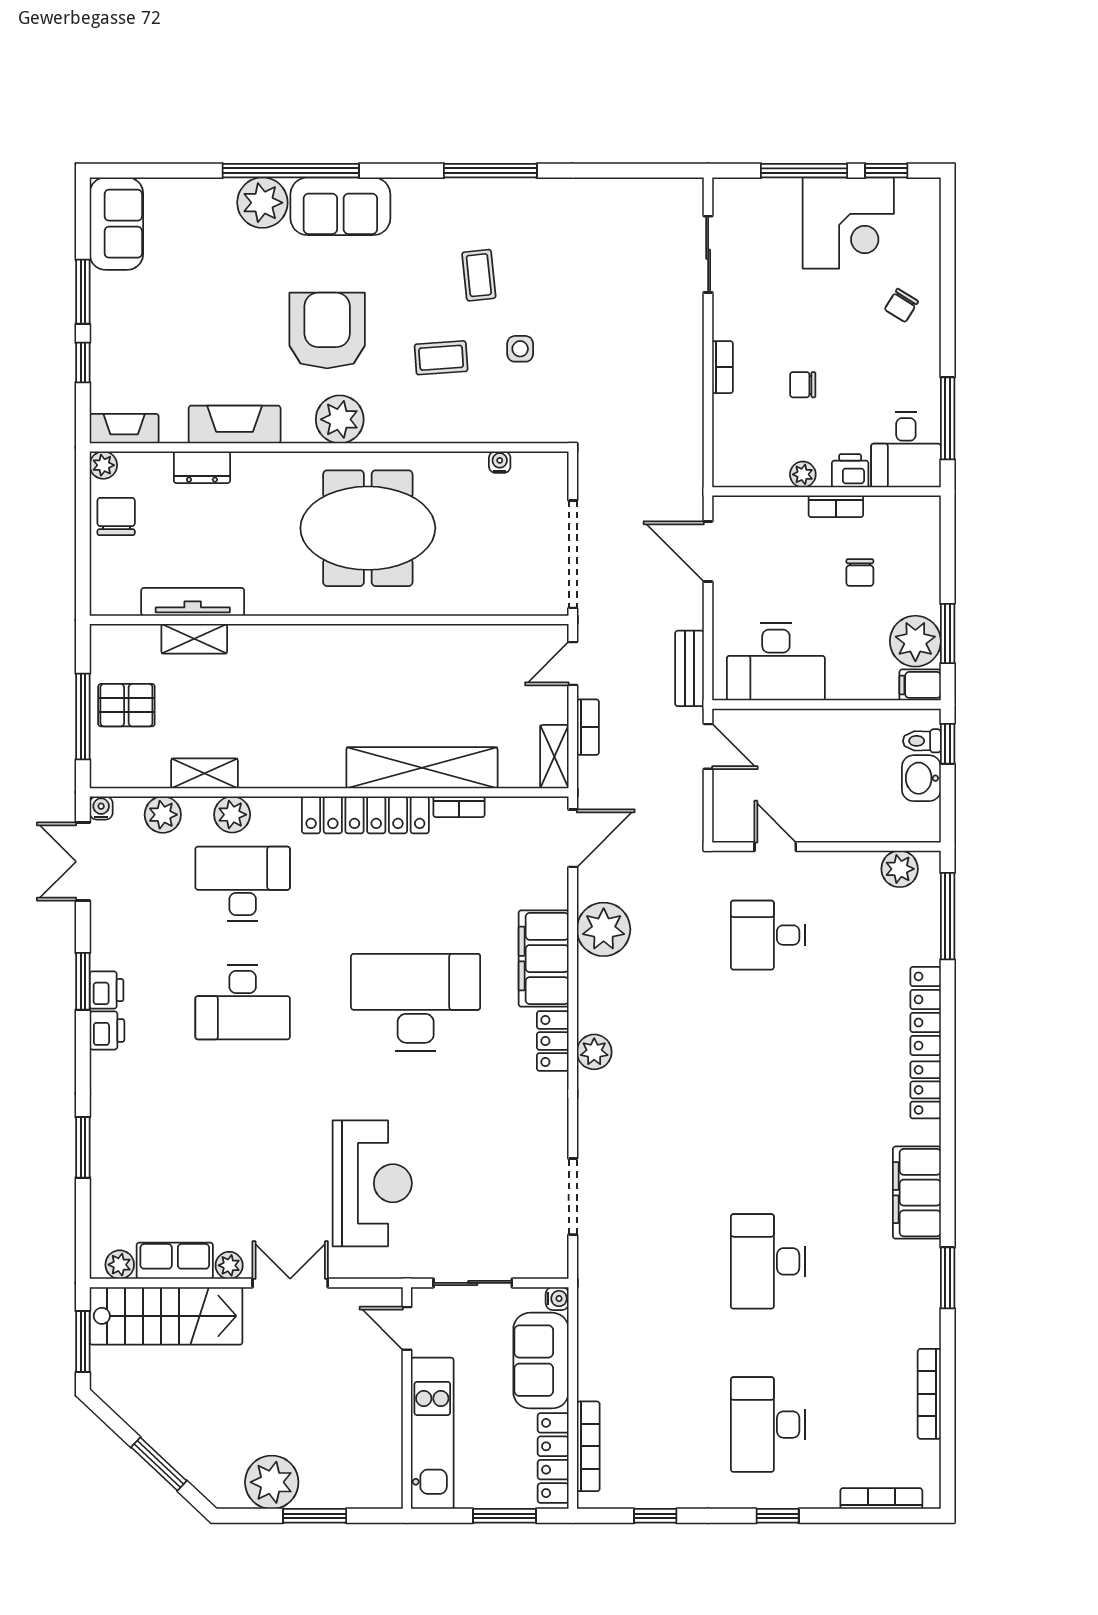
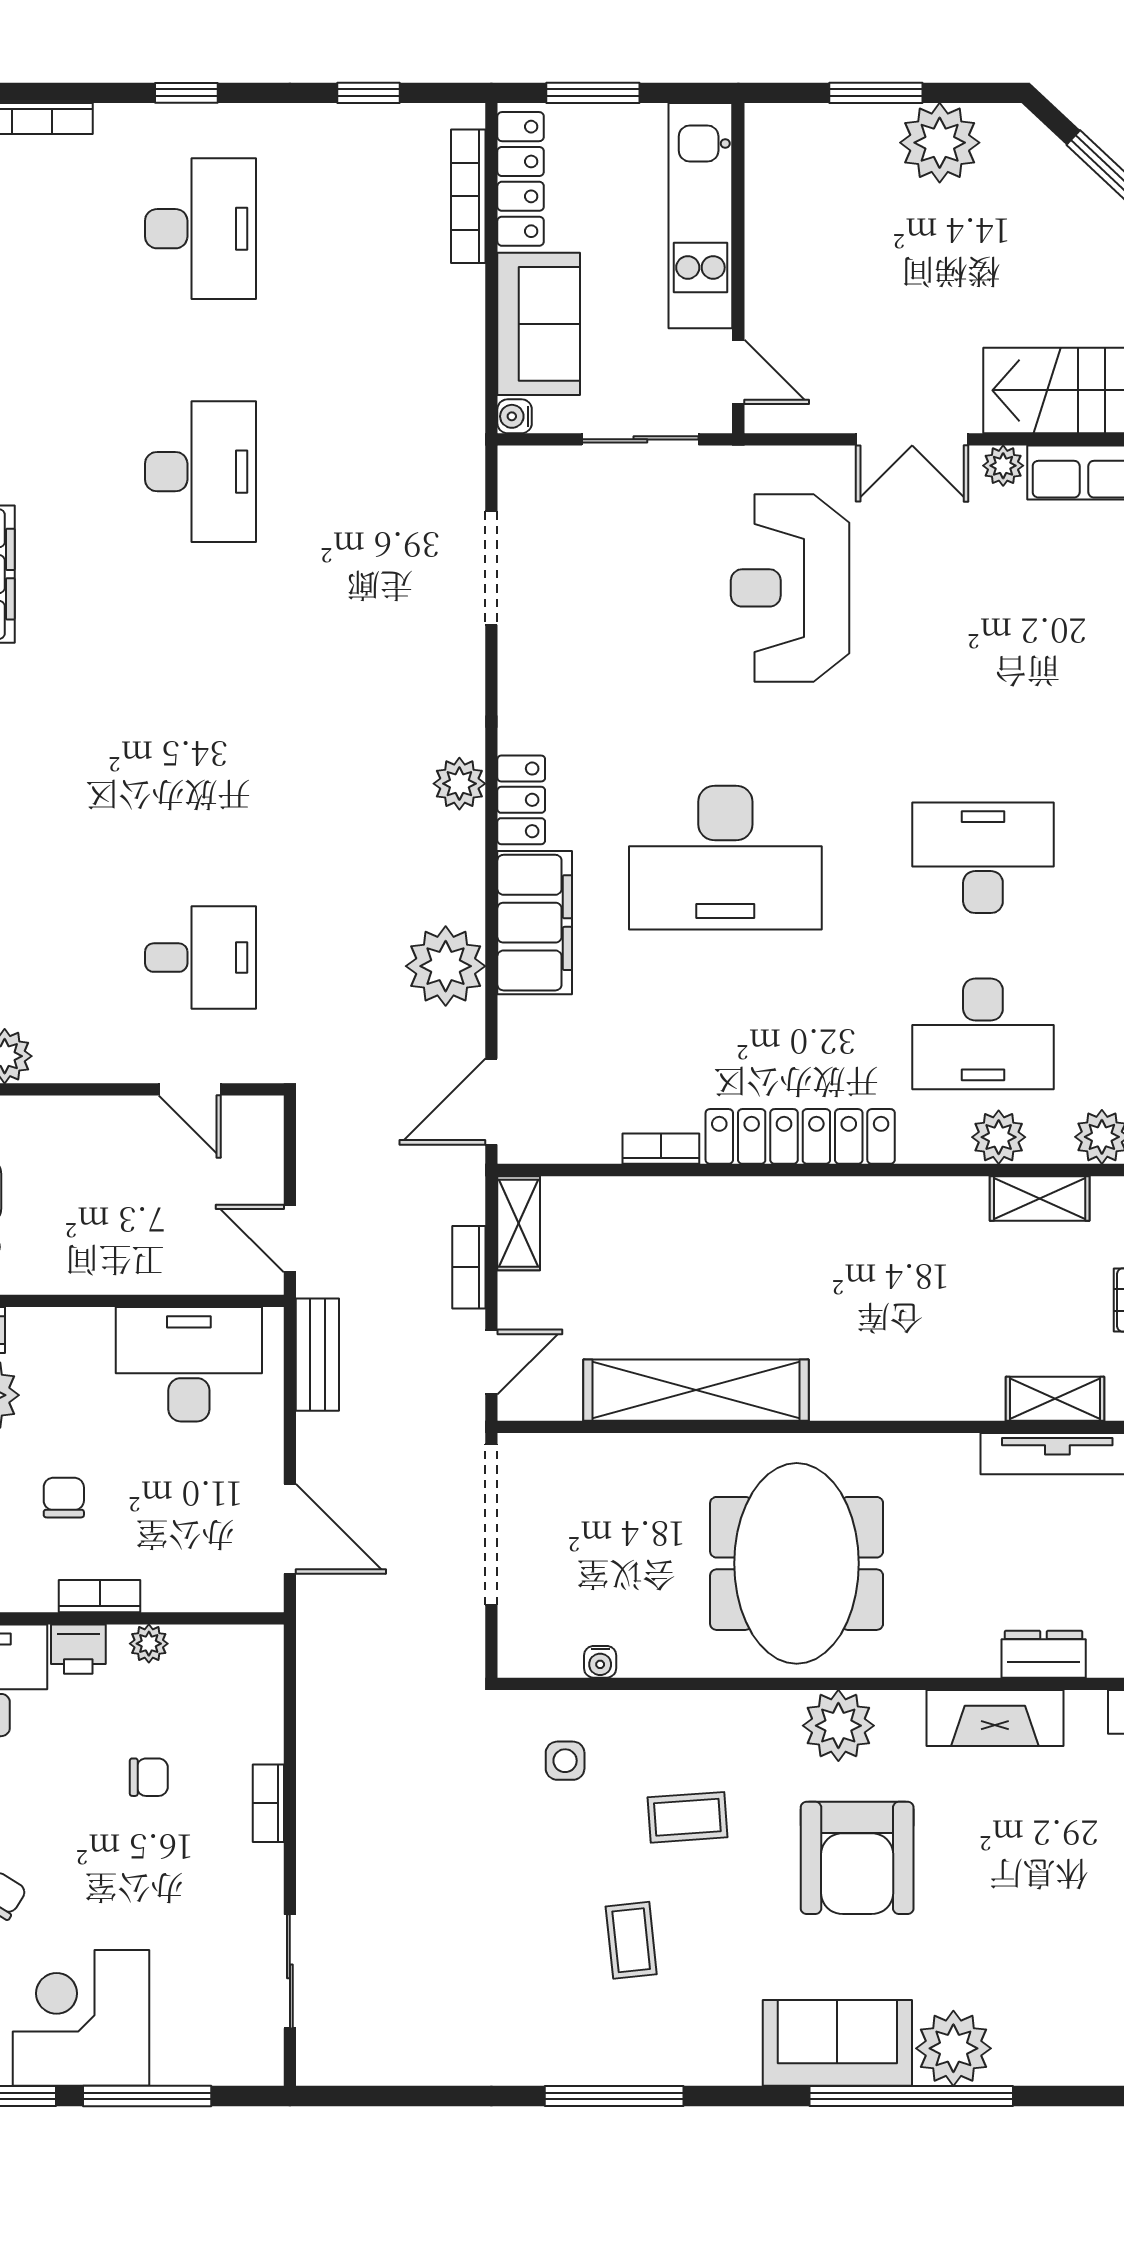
side table: (520, 349) -> (565, 1761), moved
meeting table: (368, 528) -> (797, 1563), turned 90
shelving: (422, 768) -> (696, 1390), moved

